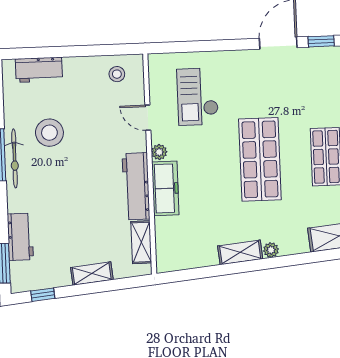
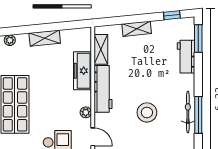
stool: (49, 133) -> (147, 112), moved
freezer: (165, 188) -> (82, 71), moved
shelving: (240, 252) -> (45, 38), moved

